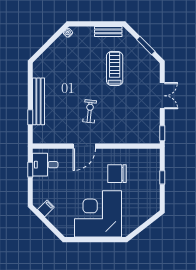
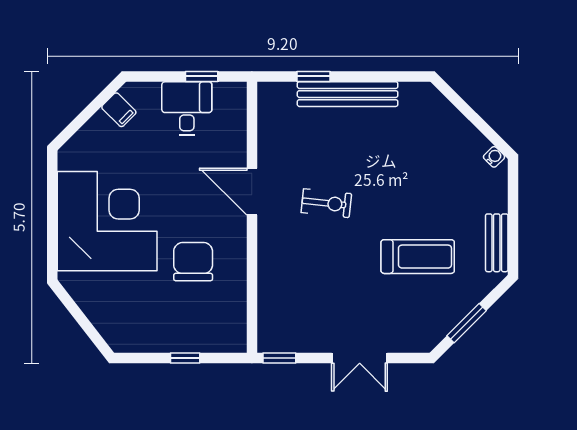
desk: (45, 165) -> (187, 108), moved

